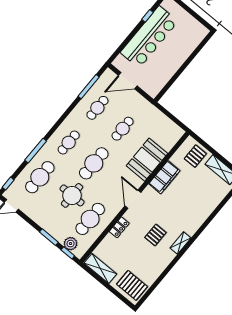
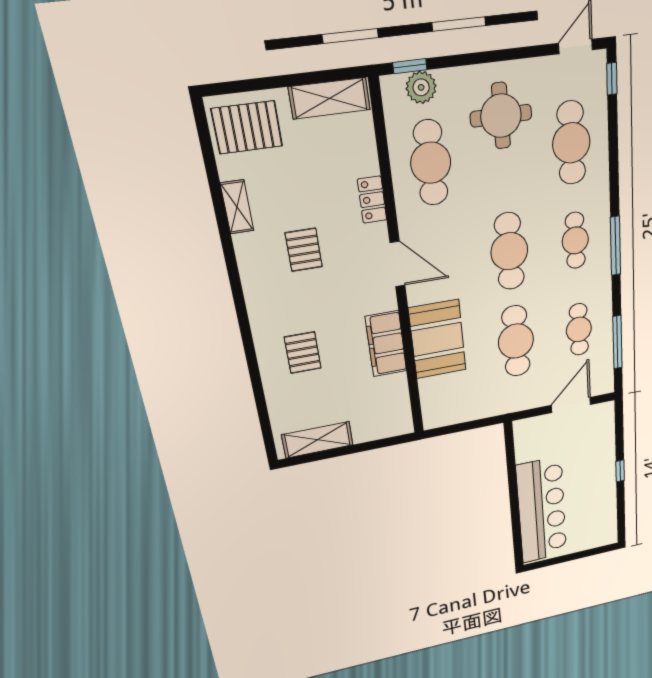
window: (147, 16) -> (620, 471), moved
bar counter: (149, 37) -> (542, 510), moved, turned 180
cafe table: (123, 129) -> (516, 341), width x1.37, depth x1.35
window: (36, 151) -> (615, 246), moved
pallet: (195, 156) -> (303, 353), moved
round table: (72, 195) -> (501, 116), moved
window: (49, 237) -> (466, 59), removed
shelving: (180, 243) -> (237, 207), moved

